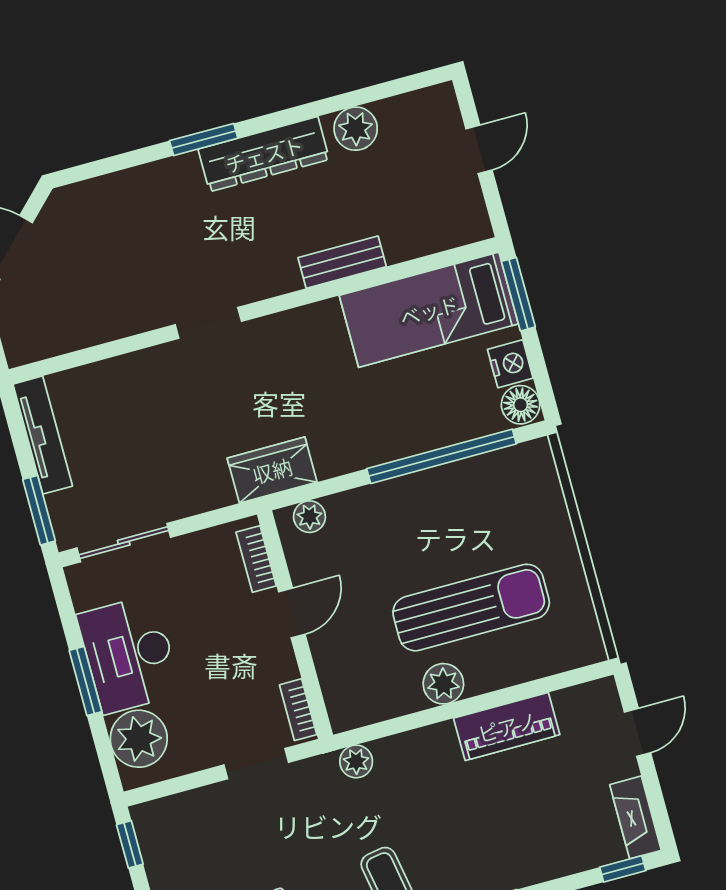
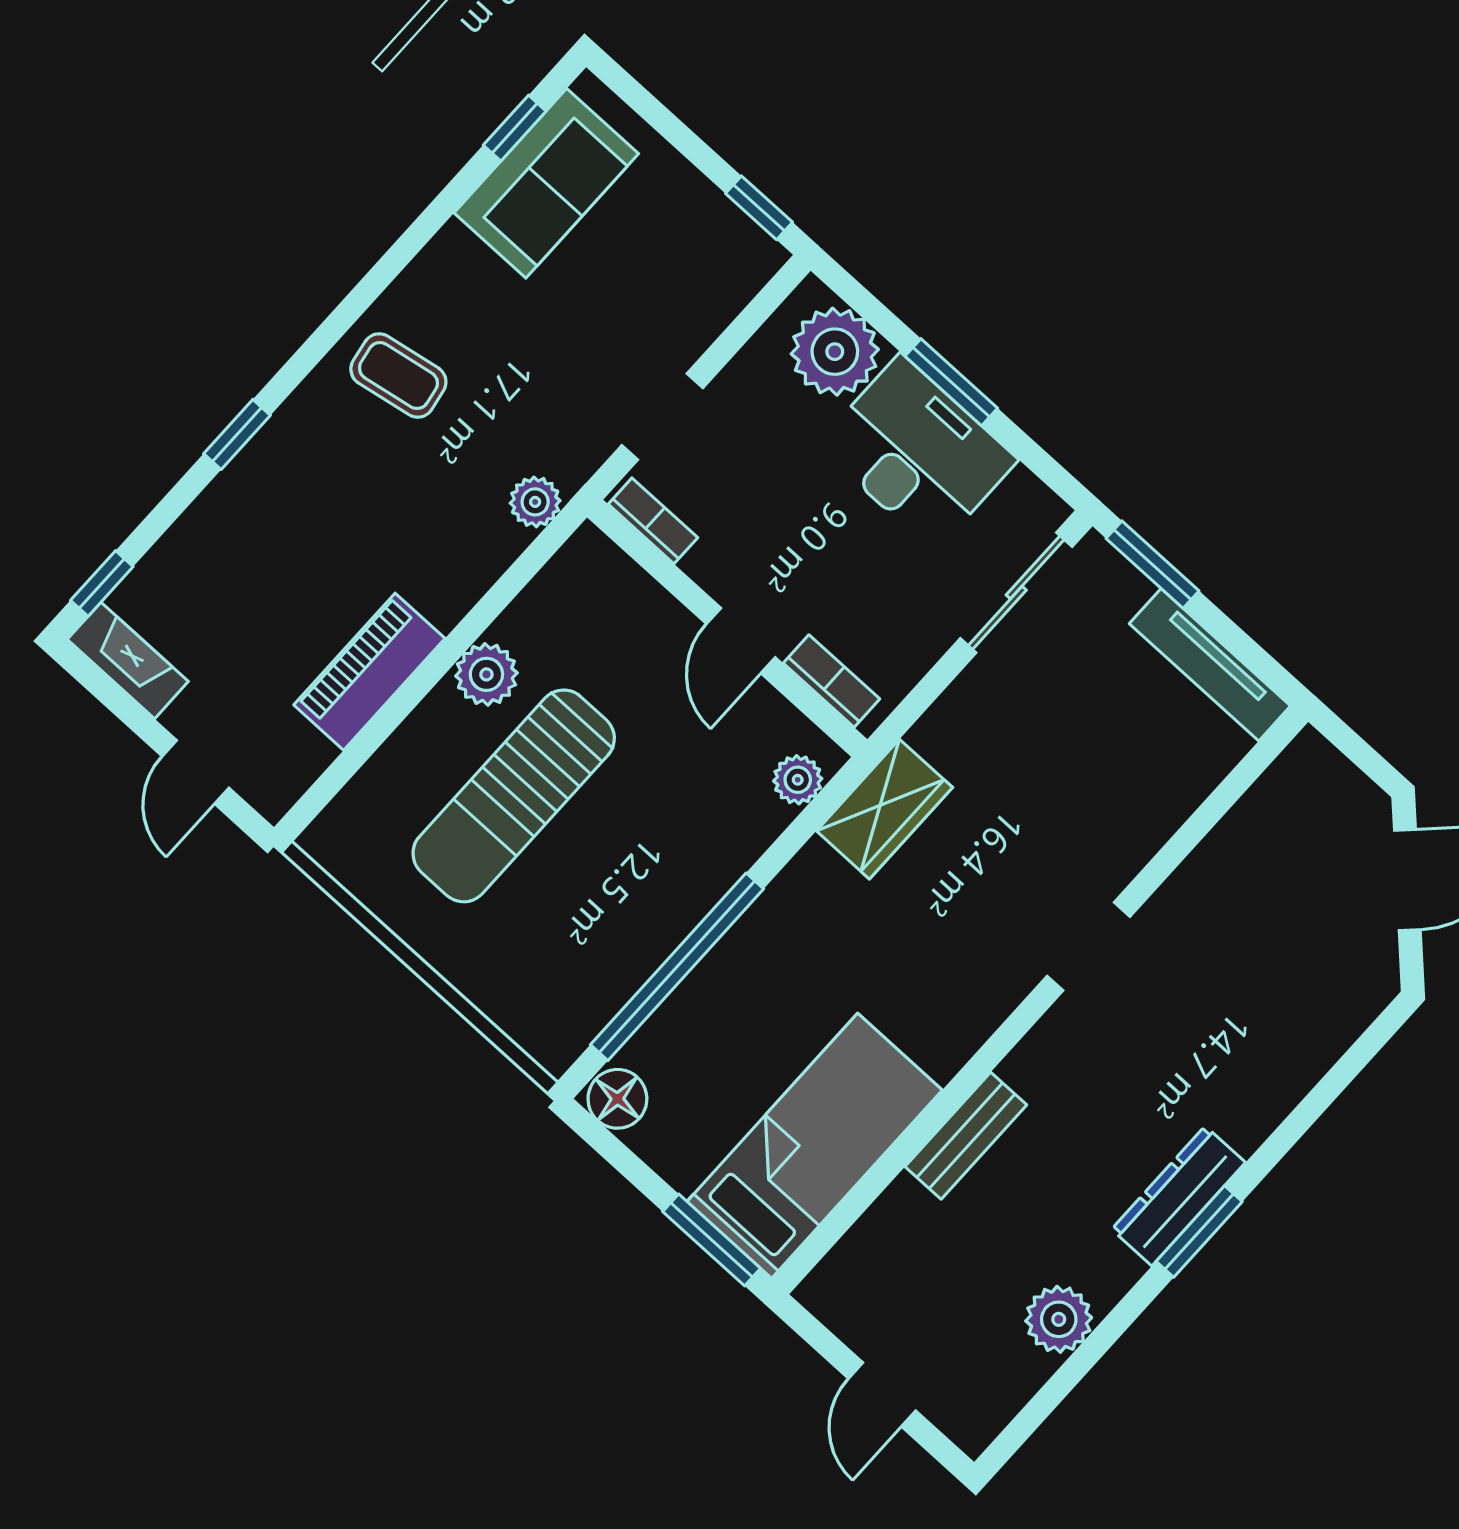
window: (204, 139) -> (1199, 1231), moved
dresser: (264, 154) -> (1179, 1196), width x0.73, depth x0.80
nightstand: (510, 364) -> (665, 1143), removed

